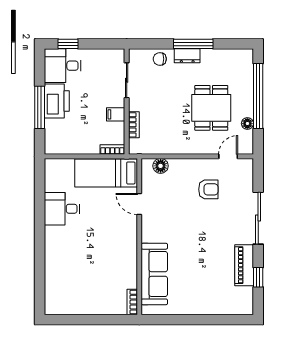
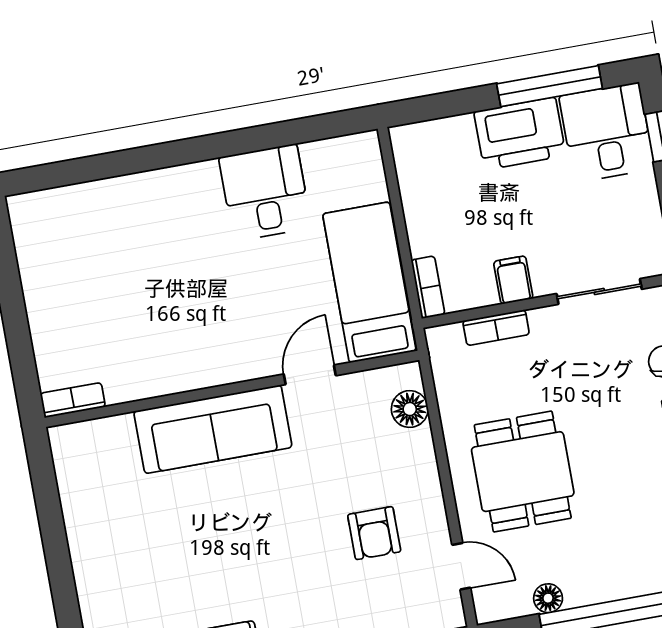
window: (40, 107) -> (550, 86), moved
dining table: (211, 108) -> (523, 472), moved, turned 90
sofa: (154, 274) -> (213, 429), moved

